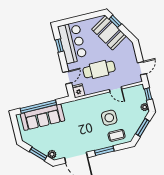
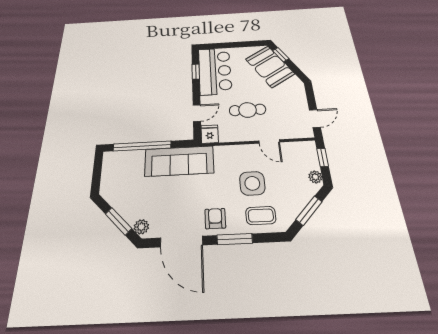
cafe table: (99, 69) -> (248, 110), width x0.73, depth x0.74
sofa: (42, 117) -> (179, 161), moved
armchair: (92, 142) -> (215, 219), added

